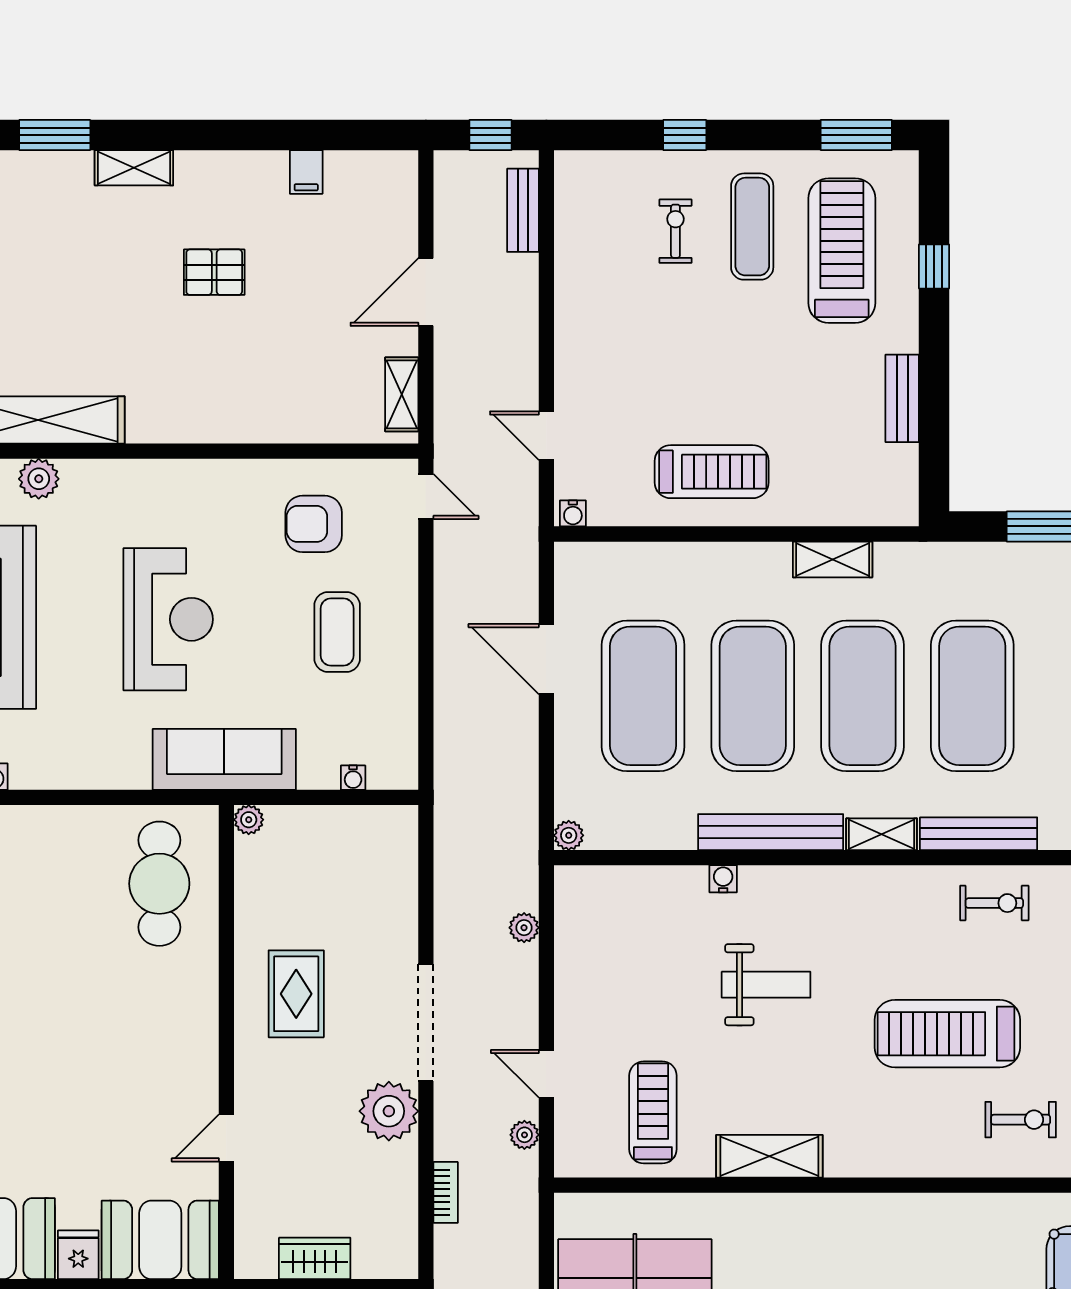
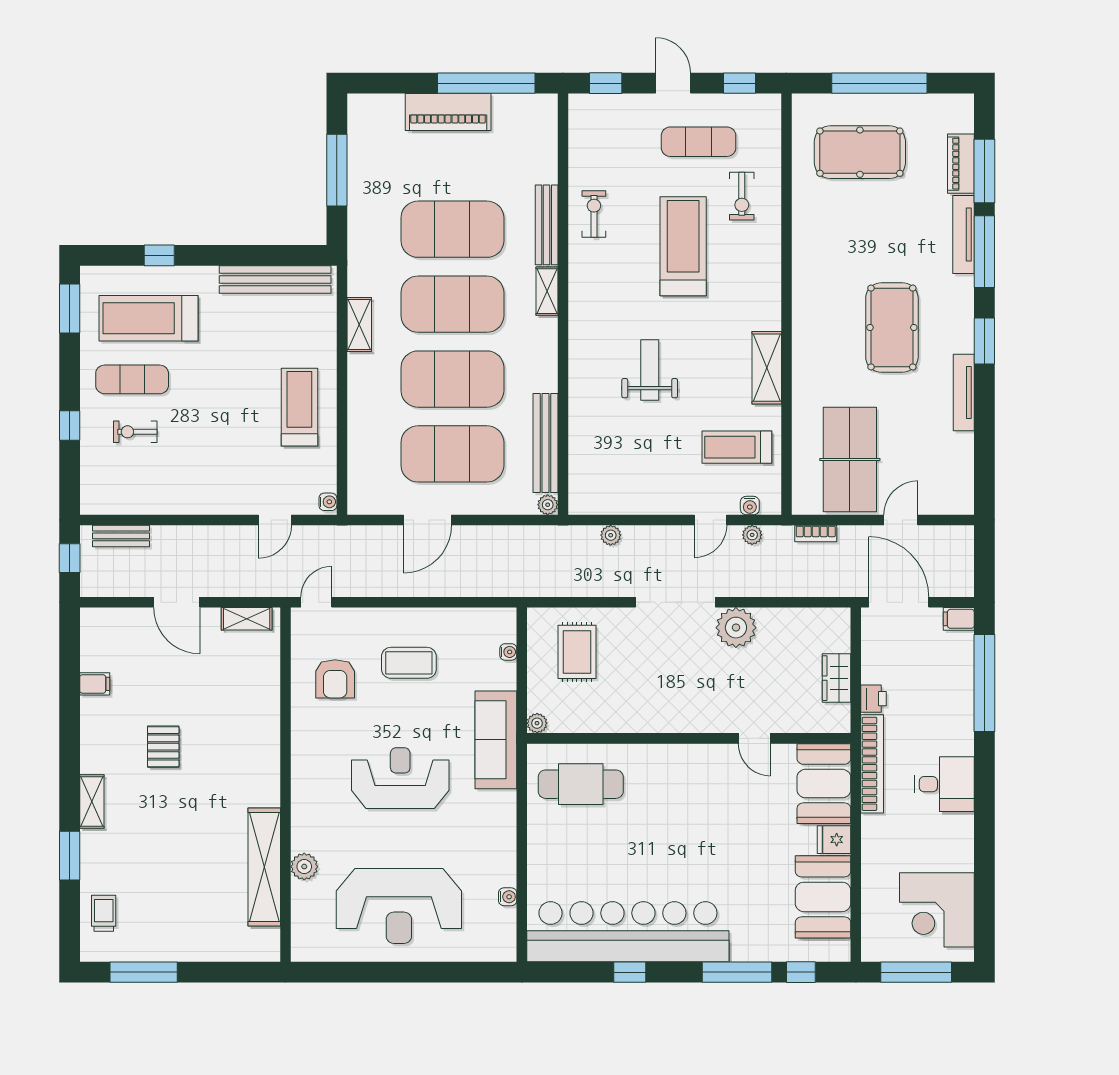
bench: (902, 398) -> (275, 279), width x1.86, depth x1.21
bench: (771, 832) -> (545, 443), moved
water cooler: (723, 879) -> (750, 506), moved, turned -90
rug: (296, 994) -> (577, 652), moved, turned 90
treadmill: (947, 1034) -> (683, 246), turned 180
exercise bike: (1021, 1120) -> (742, 196), turned 180
bookcase: (446, 1192) -> (816, 533), moved, turned 180

